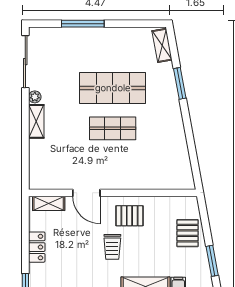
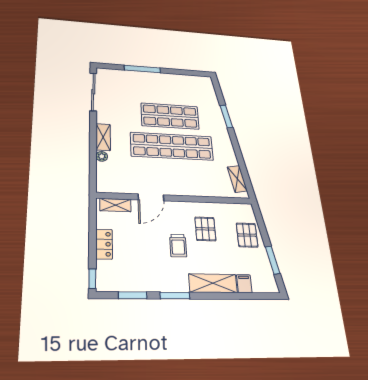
shelving: (162, 45) -> (237, 179), moved
plant: (35, 97) -> (102, 156), moved
shop shelf: (113, 128) -> (172, 146), width x2.00, depth x1.36
door: (86, 193) -> (151, 197), hinge flipped
pallet: (129, 216) -> (205, 229), moved, turned 90

